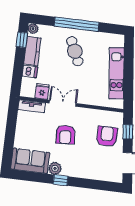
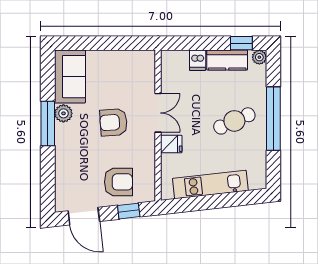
fridge: (42, 91) -> (171, 144), moved
tv unit: (32, 106) -> (148, 69), removed
window: (61, 180) -> (48, 123), width x2.17

